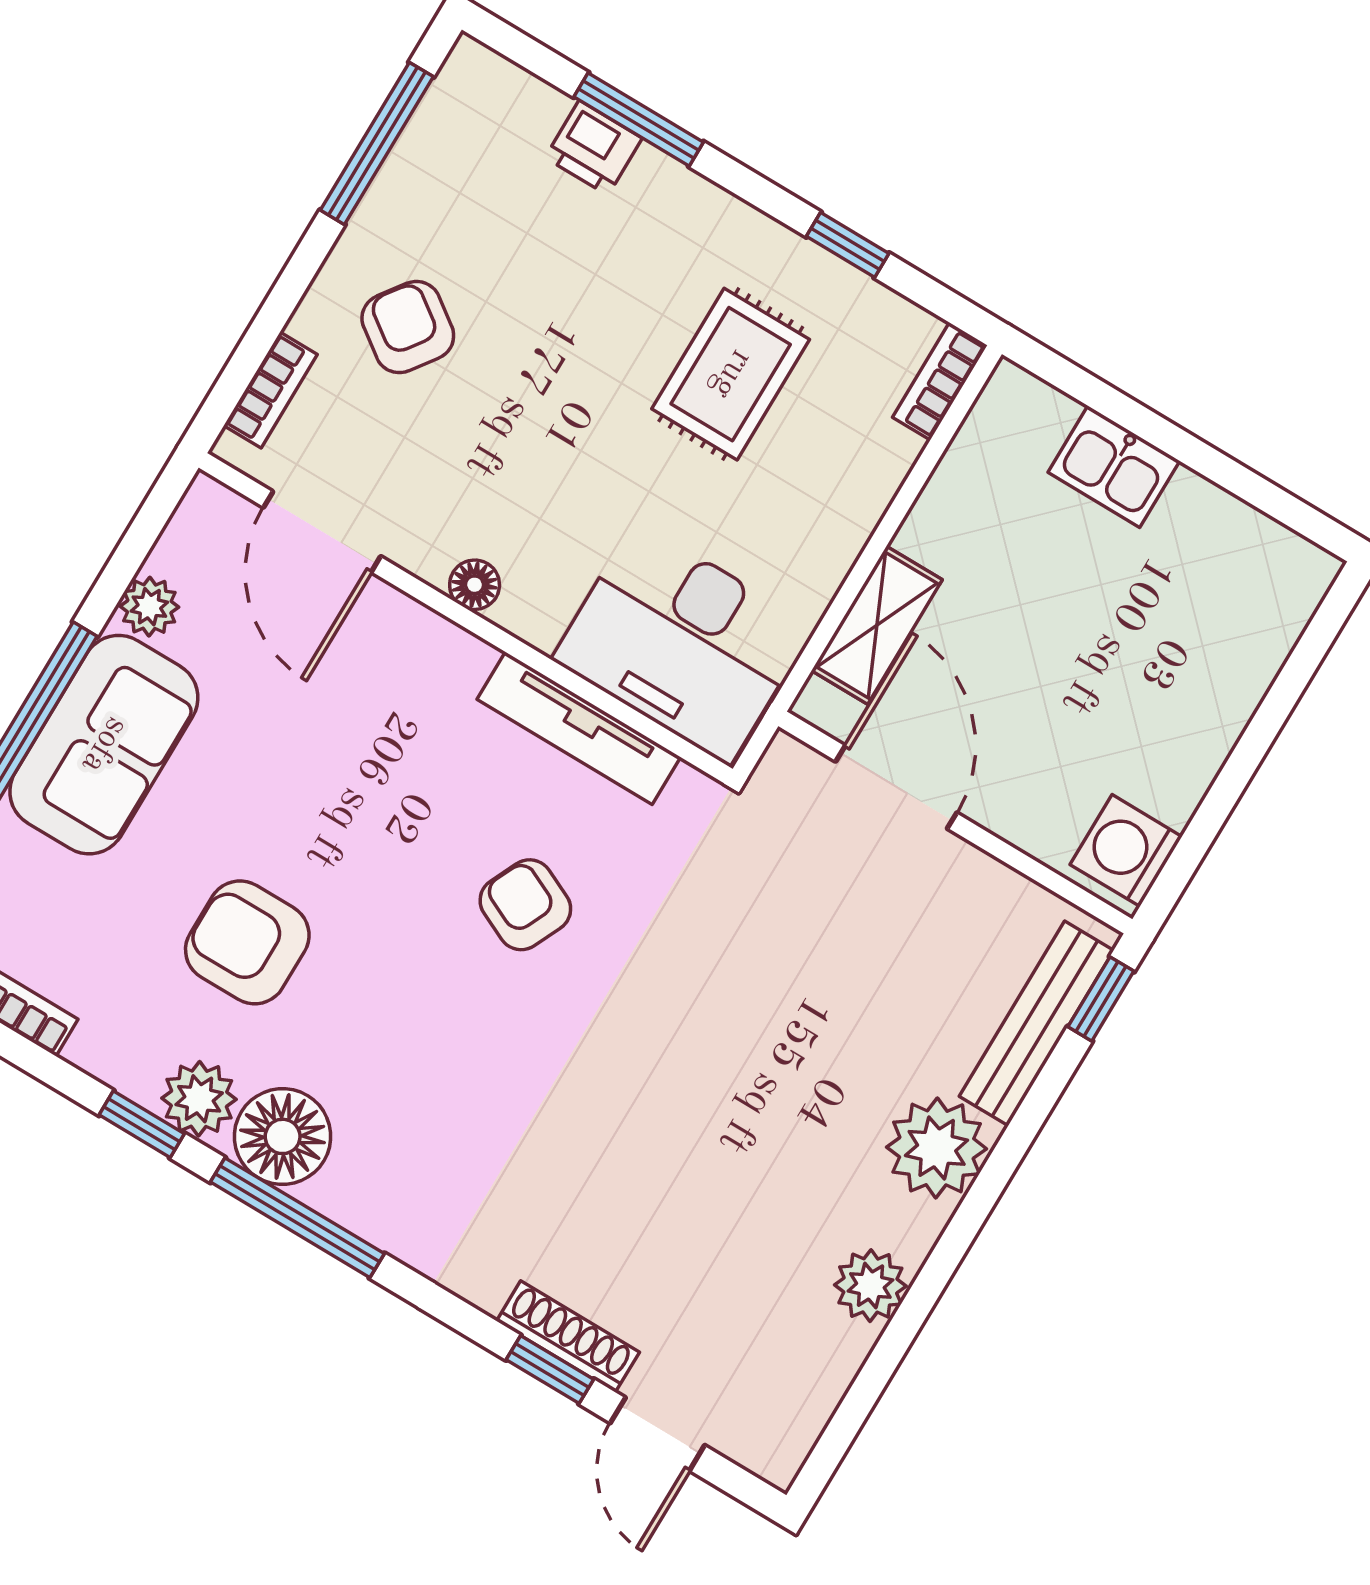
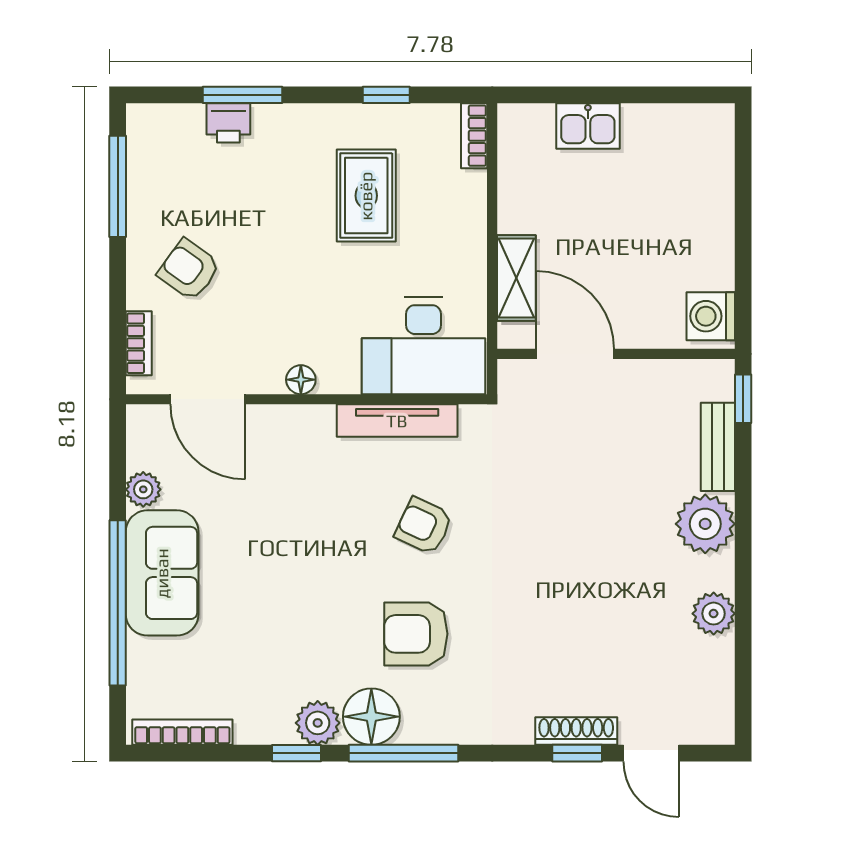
armchair: (247, 942) -> (416, 634), moved
bench: (1036, 1023) -> (718, 447), width x0.73

